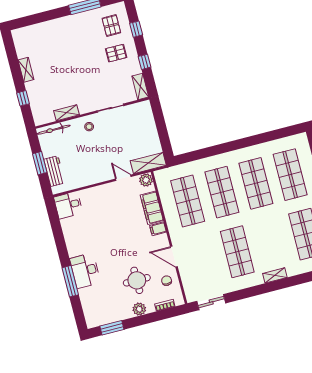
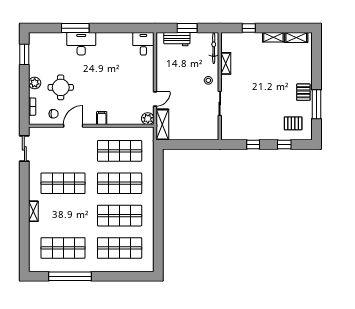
pallet: (116, 53) -> (303, 92), moved
shelving: (140, 86) -> (296, 38), moved
filing cabinet: (152, 208) -> (122, 117), removed

